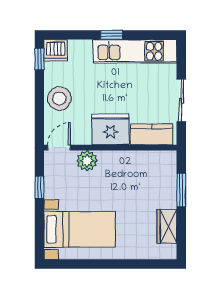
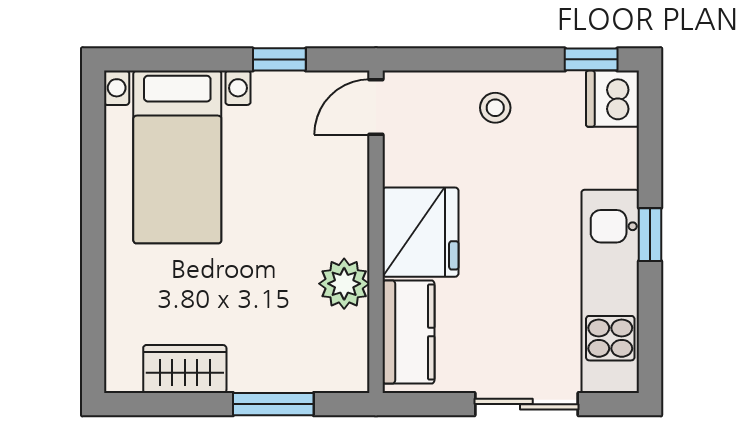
stool: (59, 99) -> (495, 108), width x0.53, depth x0.53
sliding door: (181, 101) -> (526, 404), moved
door: (59, 148) -> (376, 107), swing flipped
plant: (87, 161) -> (344, 284), moved

